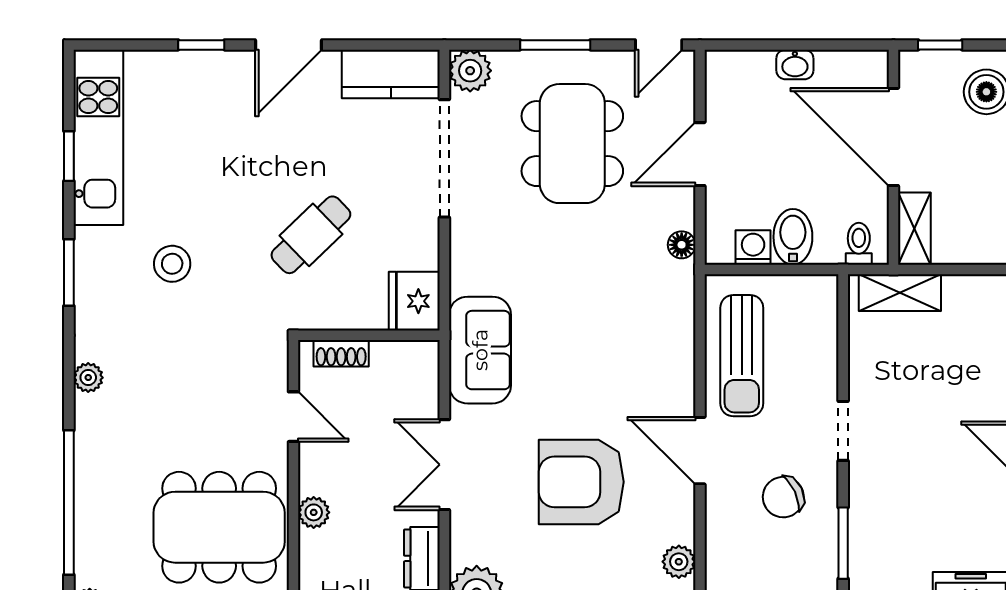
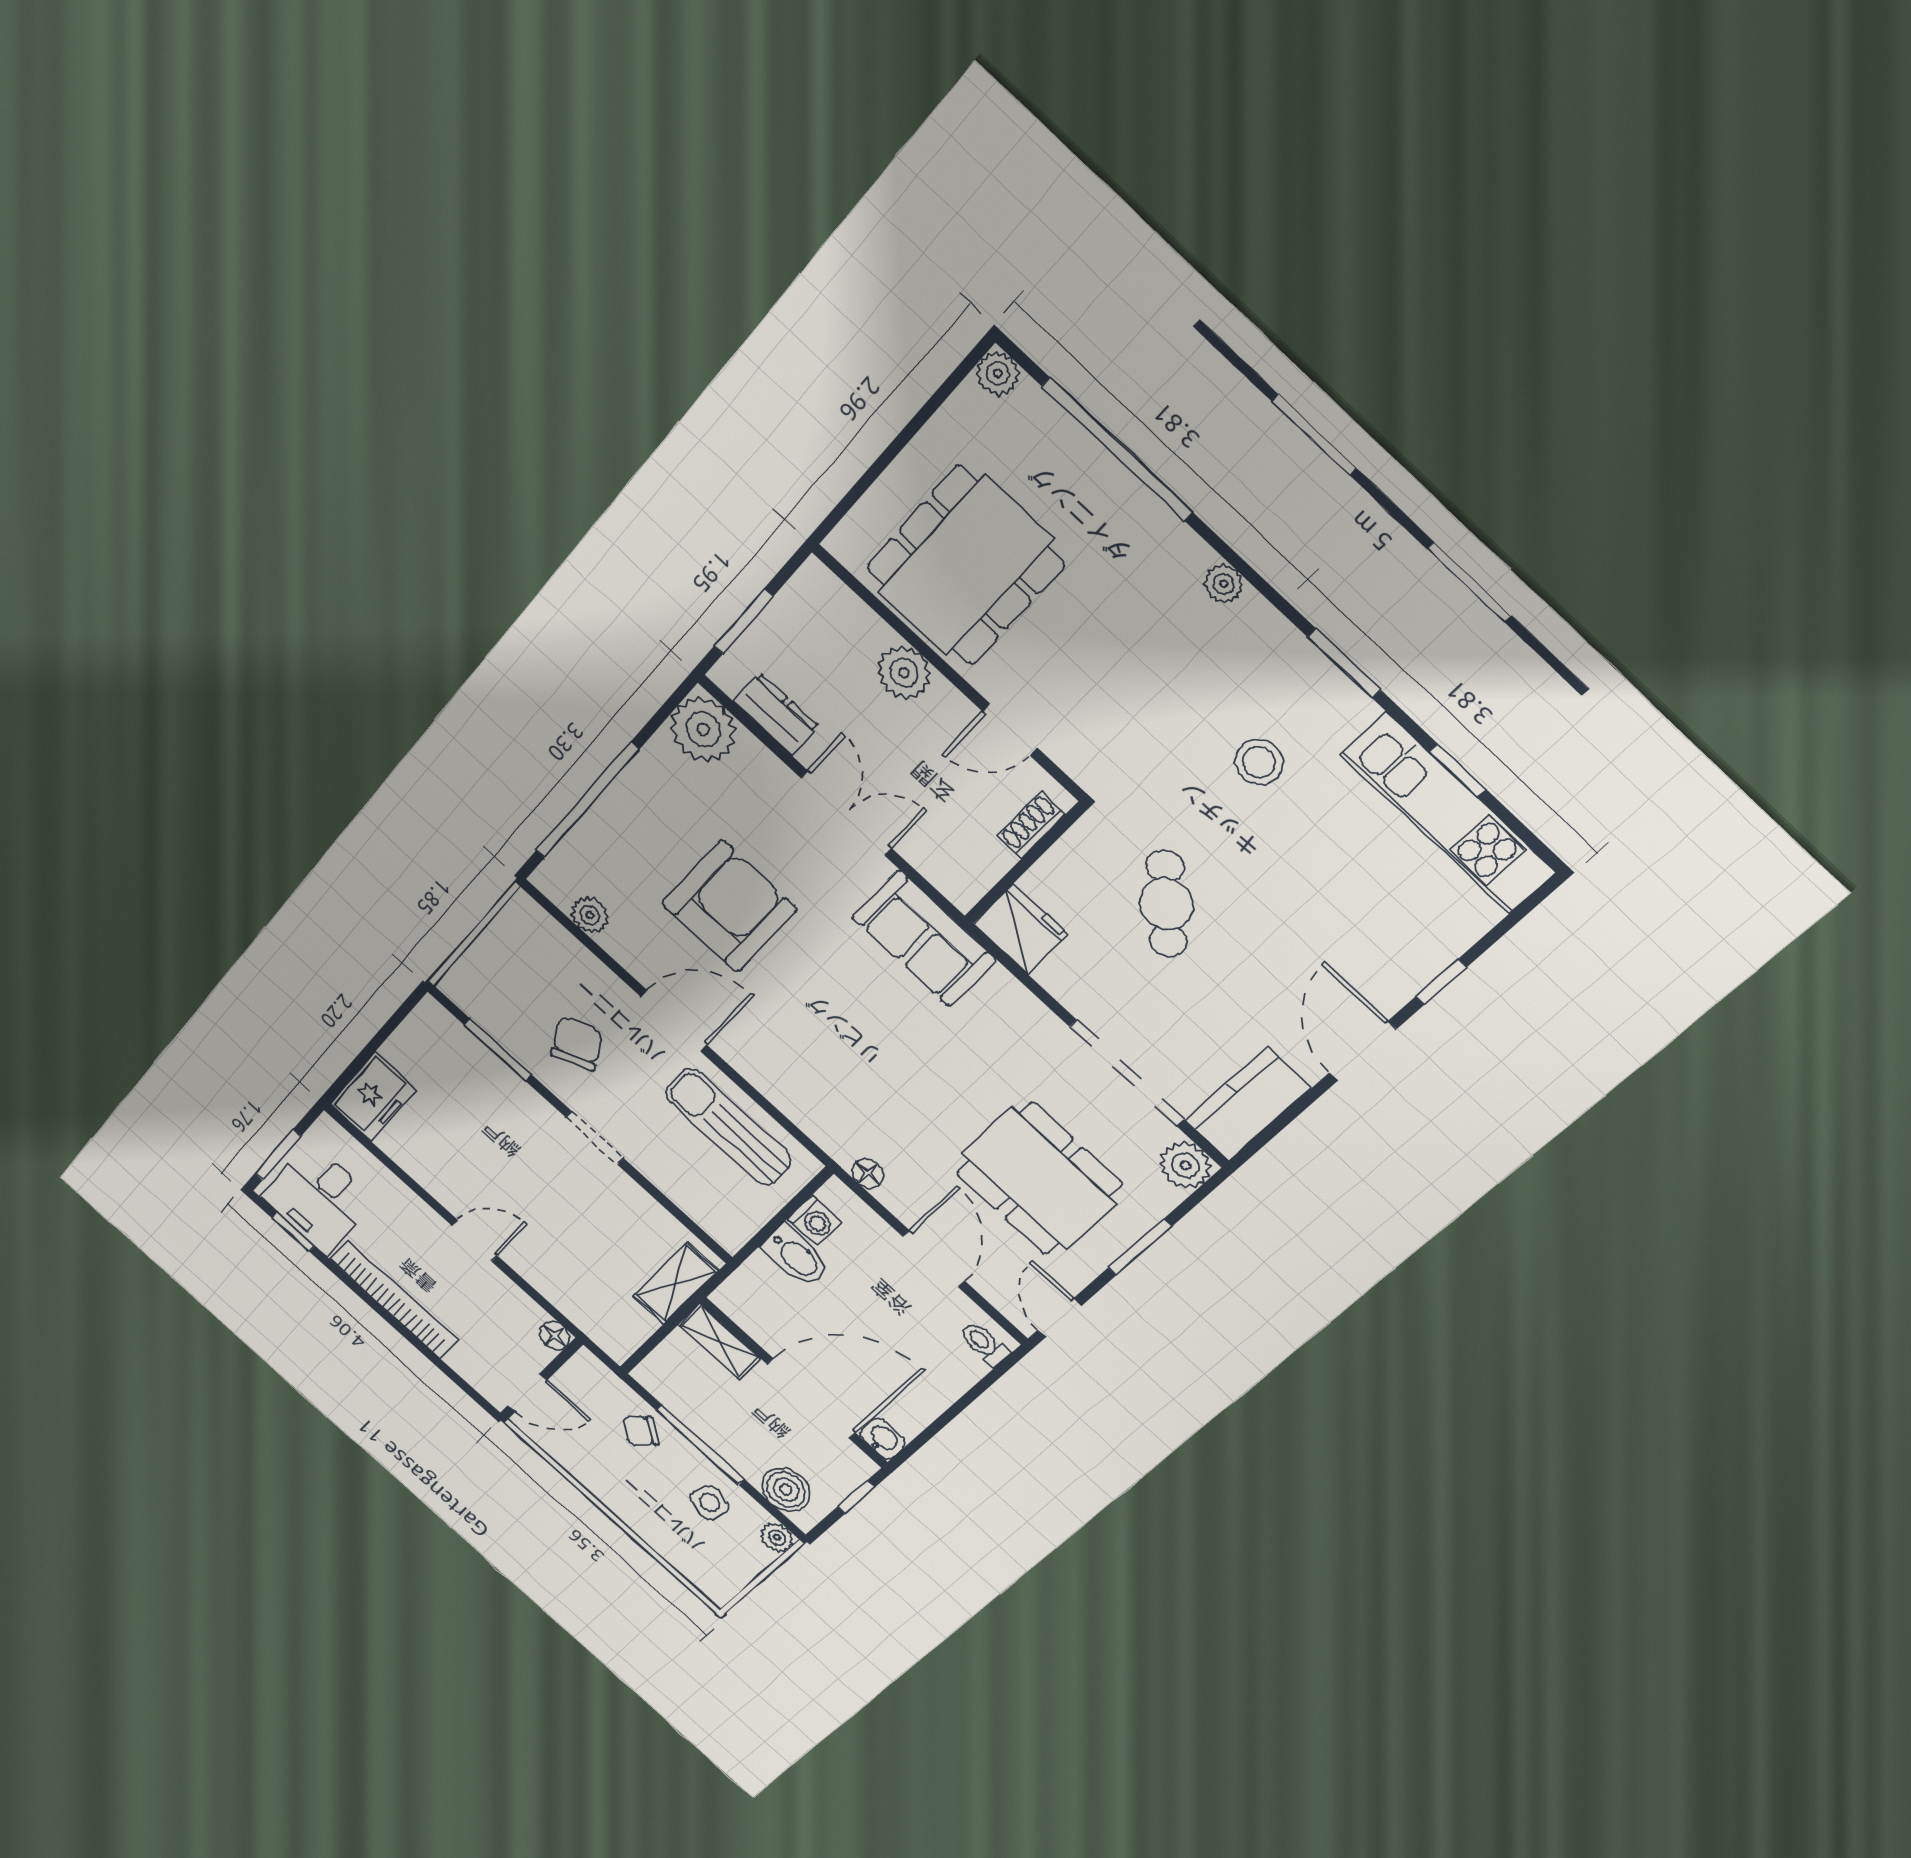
washbasin: (795, 64) -> (883, 1439), moved, turned 90
toilet: (859, 244) -> (985, 1344), moved, turned 180
plant: (314, 512) -> (904, 673), width x1.38, depth x1.38

